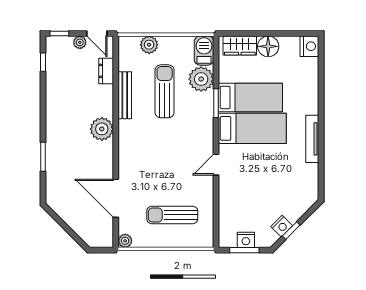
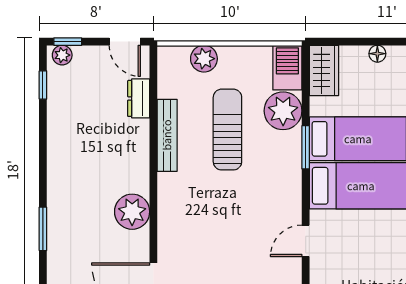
plant: (80, 42) -> (62, 55), moved
wardrobe: (240, 46) -> (324, 70), moved, turned -90
floor lamp: (268, 46) -> (377, 54), width x0.53, depth x0.53
plant: (102, 129) -> (132, 212), moved

